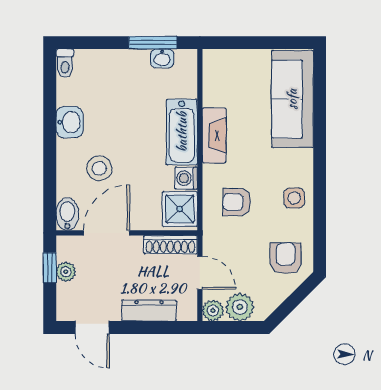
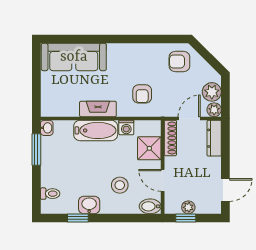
washbasin: (162, 58) -> (47, 128), moved
toilet: (65, 63) -> (50, 194), moved
window: (50, 105) -> (78, 218), added
side table: (294, 198) -> (139, 56), removed
shower: (180, 209) -> (149, 148), moved
door: (107, 233) -> (163, 180), width x0.73
dresser: (149, 311) -> (214, 138), moved

